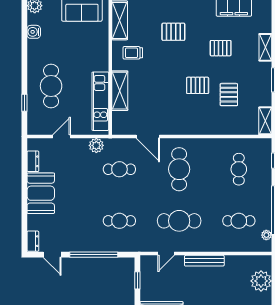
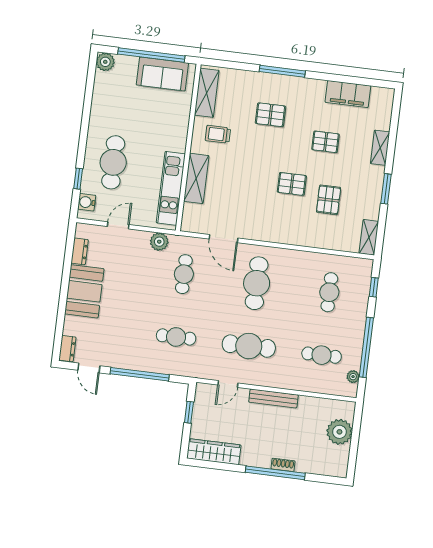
water cooler: (34, 32) -> (87, 202), moved
cafe table: (119, 169) -> (184, 274), turned 90

